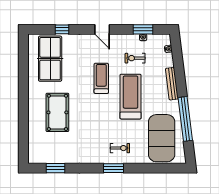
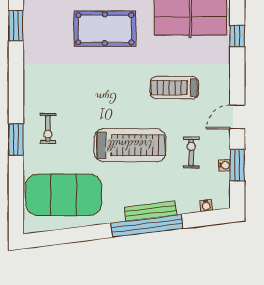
door: (102, 29) -> (237, 117), moved
treadmill: (101, 78) -> (174, 88), moved, turned 180
window: (185, 119) -> (147, 226), moved
window: (113, 168) -> (16, 140), moved

